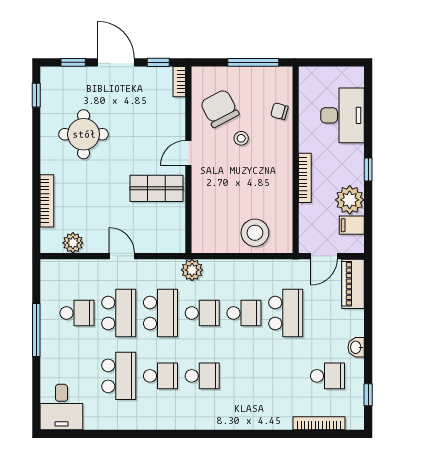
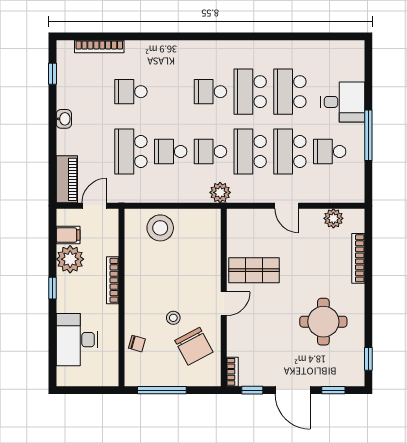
school desk: (160, 376) -> (250, 92), width x1.85
school desk: (327, 376) -> (131, 92), moved
desk: (61, 407) -> (343, 102), moved, turned 90

